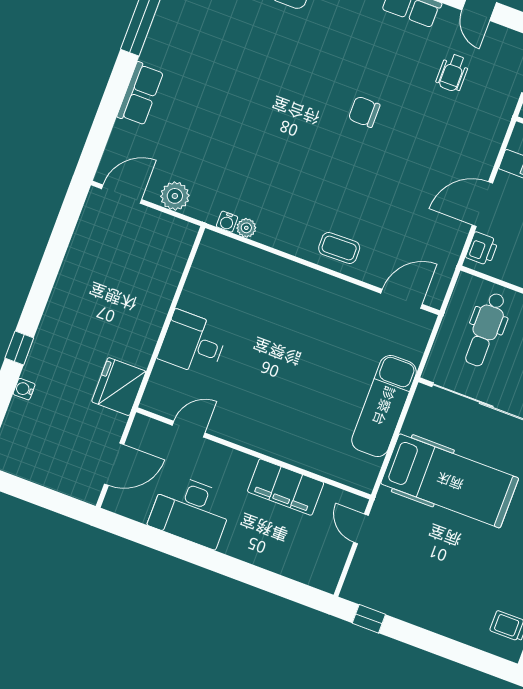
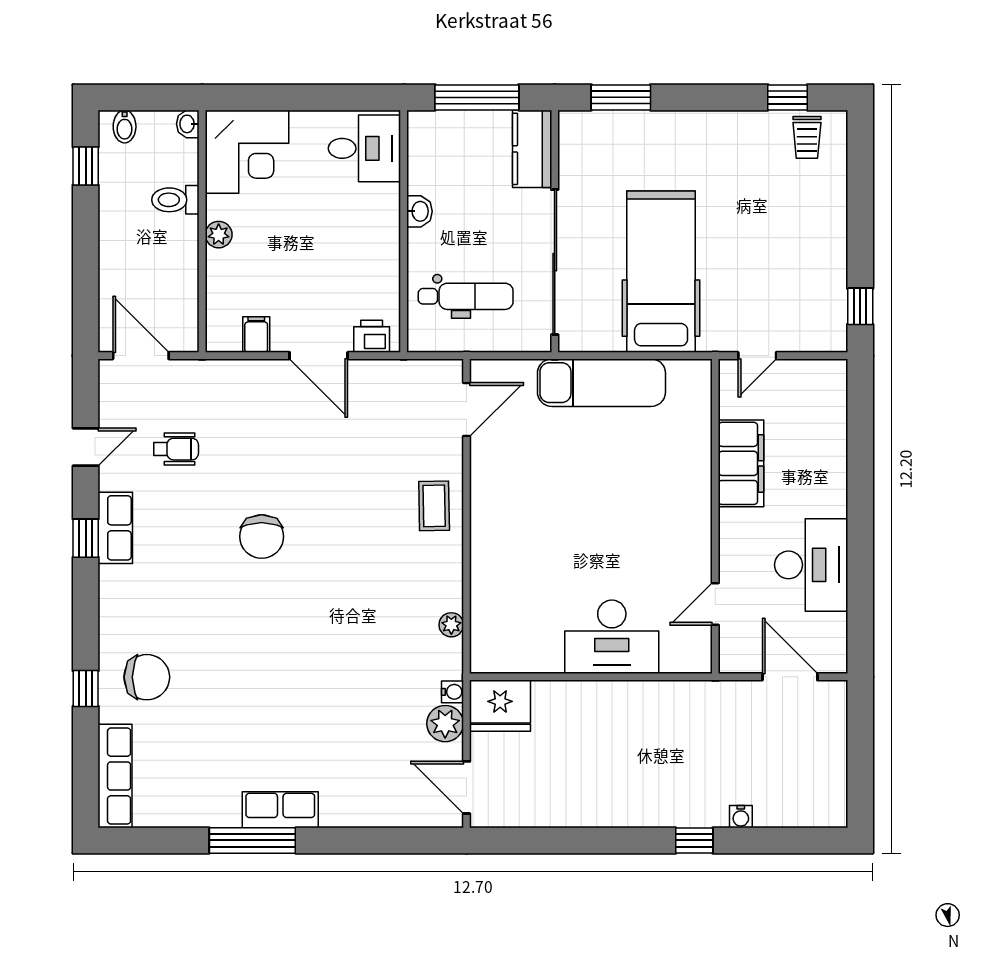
row of seats: (140, 94) -> (280, 810), moved
chair: (364, 112) -> (262, 537), width x1.37, depth x1.37
water cooler: (227, 222) -> (452, 692), moved
door: (402, 299) -> (467, 409), swing flipped
desk: (193, 343) -> (612, 637), width x1.37
fridge: (119, 387) -> (500, 706), moved
door: (189, 429) -> (715, 604), hinge flipped

